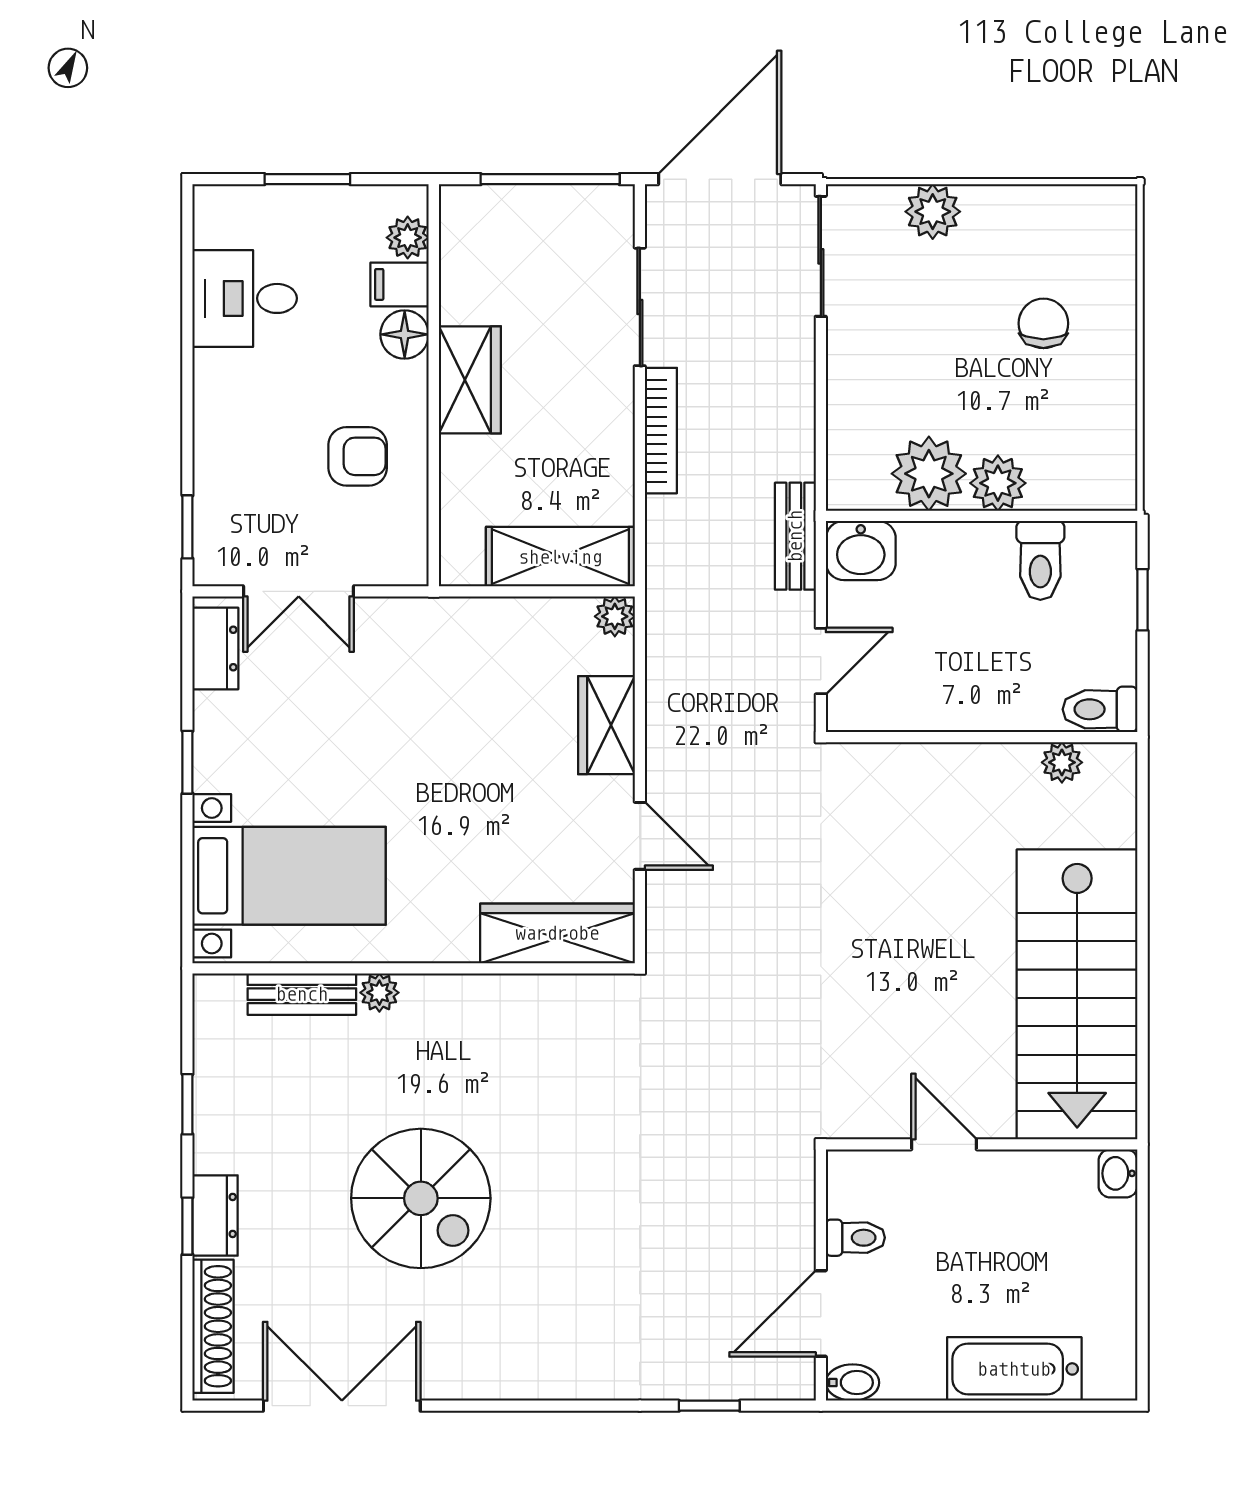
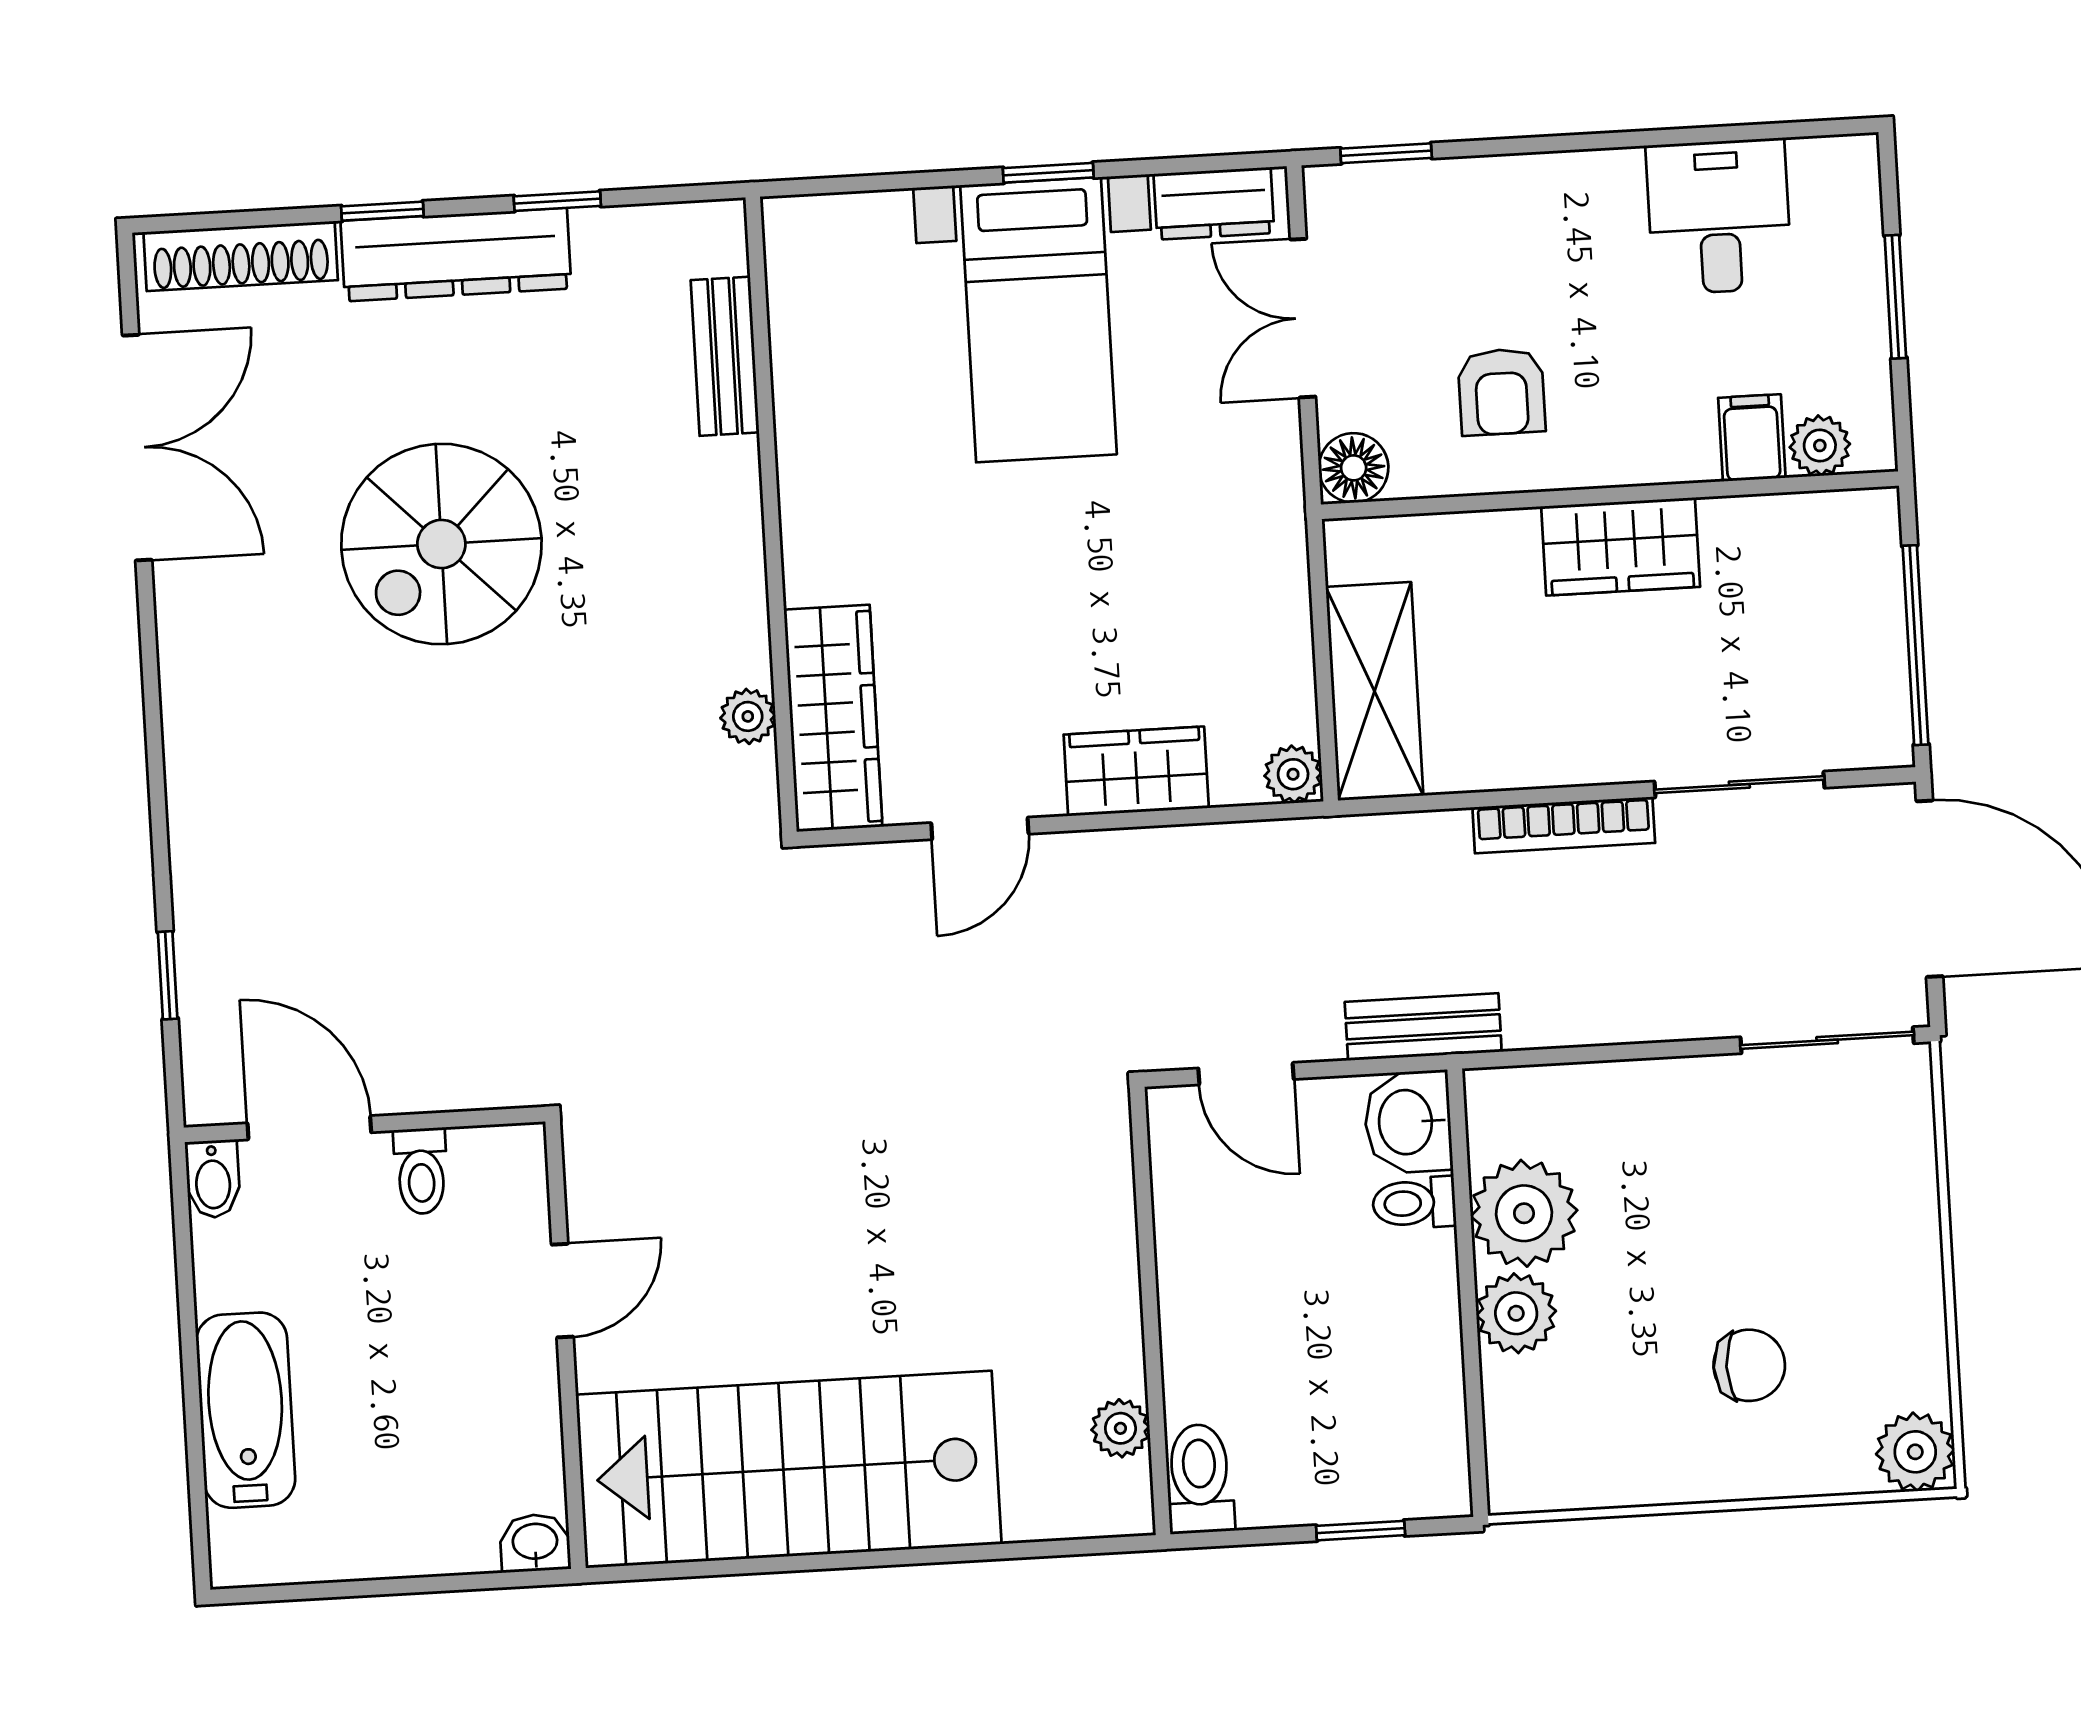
plant: (933, 212) -> (1915, 1452), moved
floor lamp: (405, 334) -> (1354, 468), moved
toilet: (1040, 560) -> (1414, 1203), moved, width x0.73, depth x0.72
bed with nightstands: (289, 876) -> (1038, 320), moved
plant: (379, 993) -> (748, 716), moved
dresser: (215, 1215) -> (456, 255), width x1.96, depth x1.24

